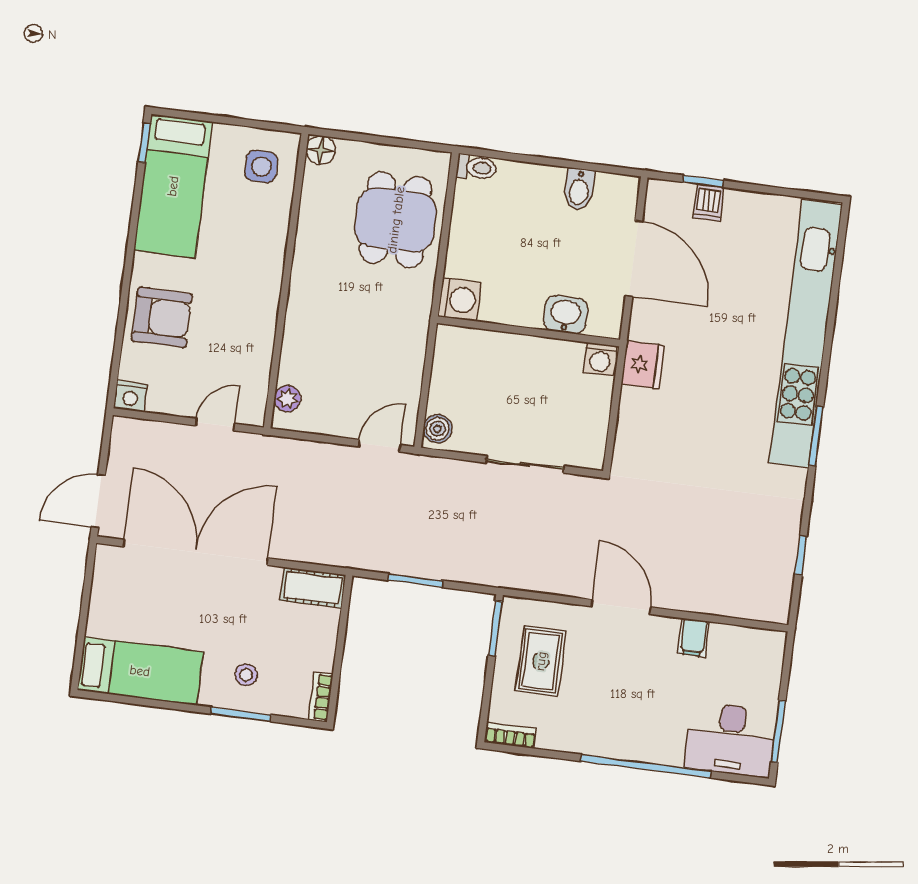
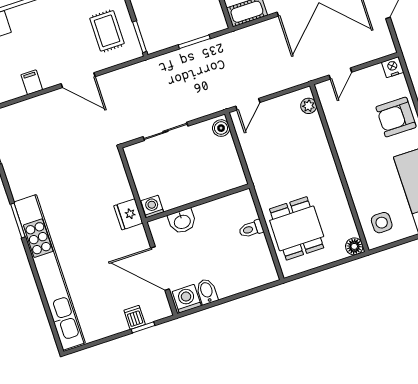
toilet: (476, 168) -> (251, 229), moved
washing machine: (459, 300) -> (187, 299), moved, turned 90

